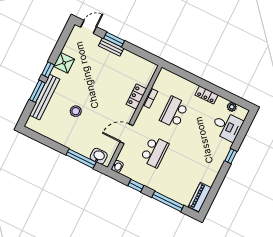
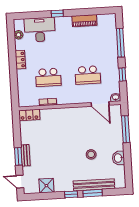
shower: (64, 63) -> (46, 186), moved
locker: (136, 97) -> (29, 115), moved
desk: (227, 126) -> (40, 30), width x1.37
door: (127, 134) -> (100, 104), moved
school desk: (154, 152) -> (88, 75), turned 180
washbasin: (99, 156) -> (118, 158), moved
piano: (200, 197) -> (84, 21), moved

